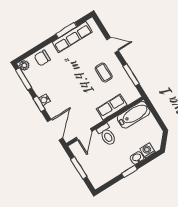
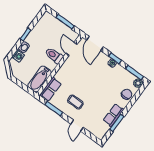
row of seats: (72, 37) -> (113, 115), width x0.68
door: (113, 45) -> (77, 126), hinge flipped
row of seats: (112, 107) -> (51, 89), moved

